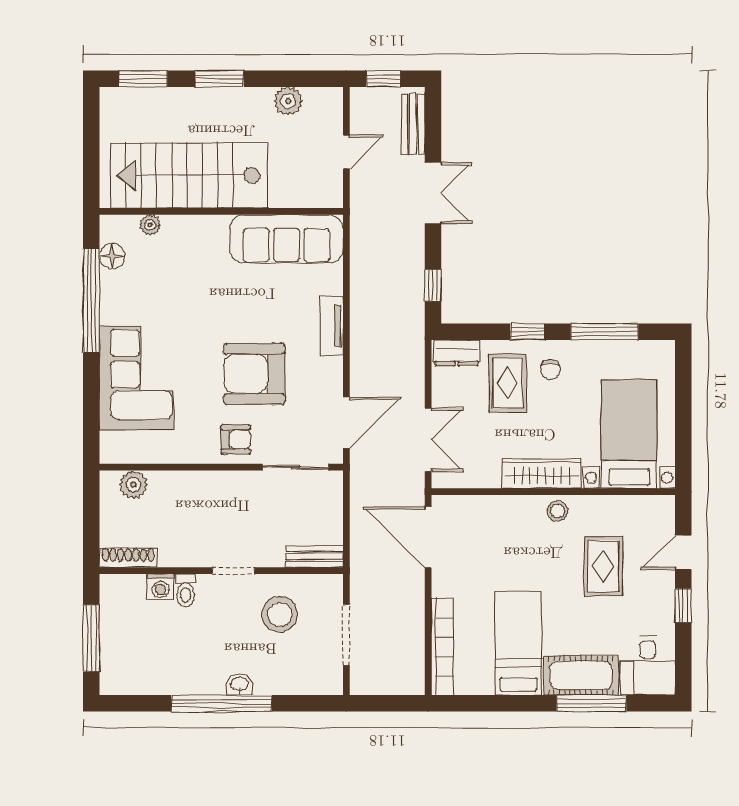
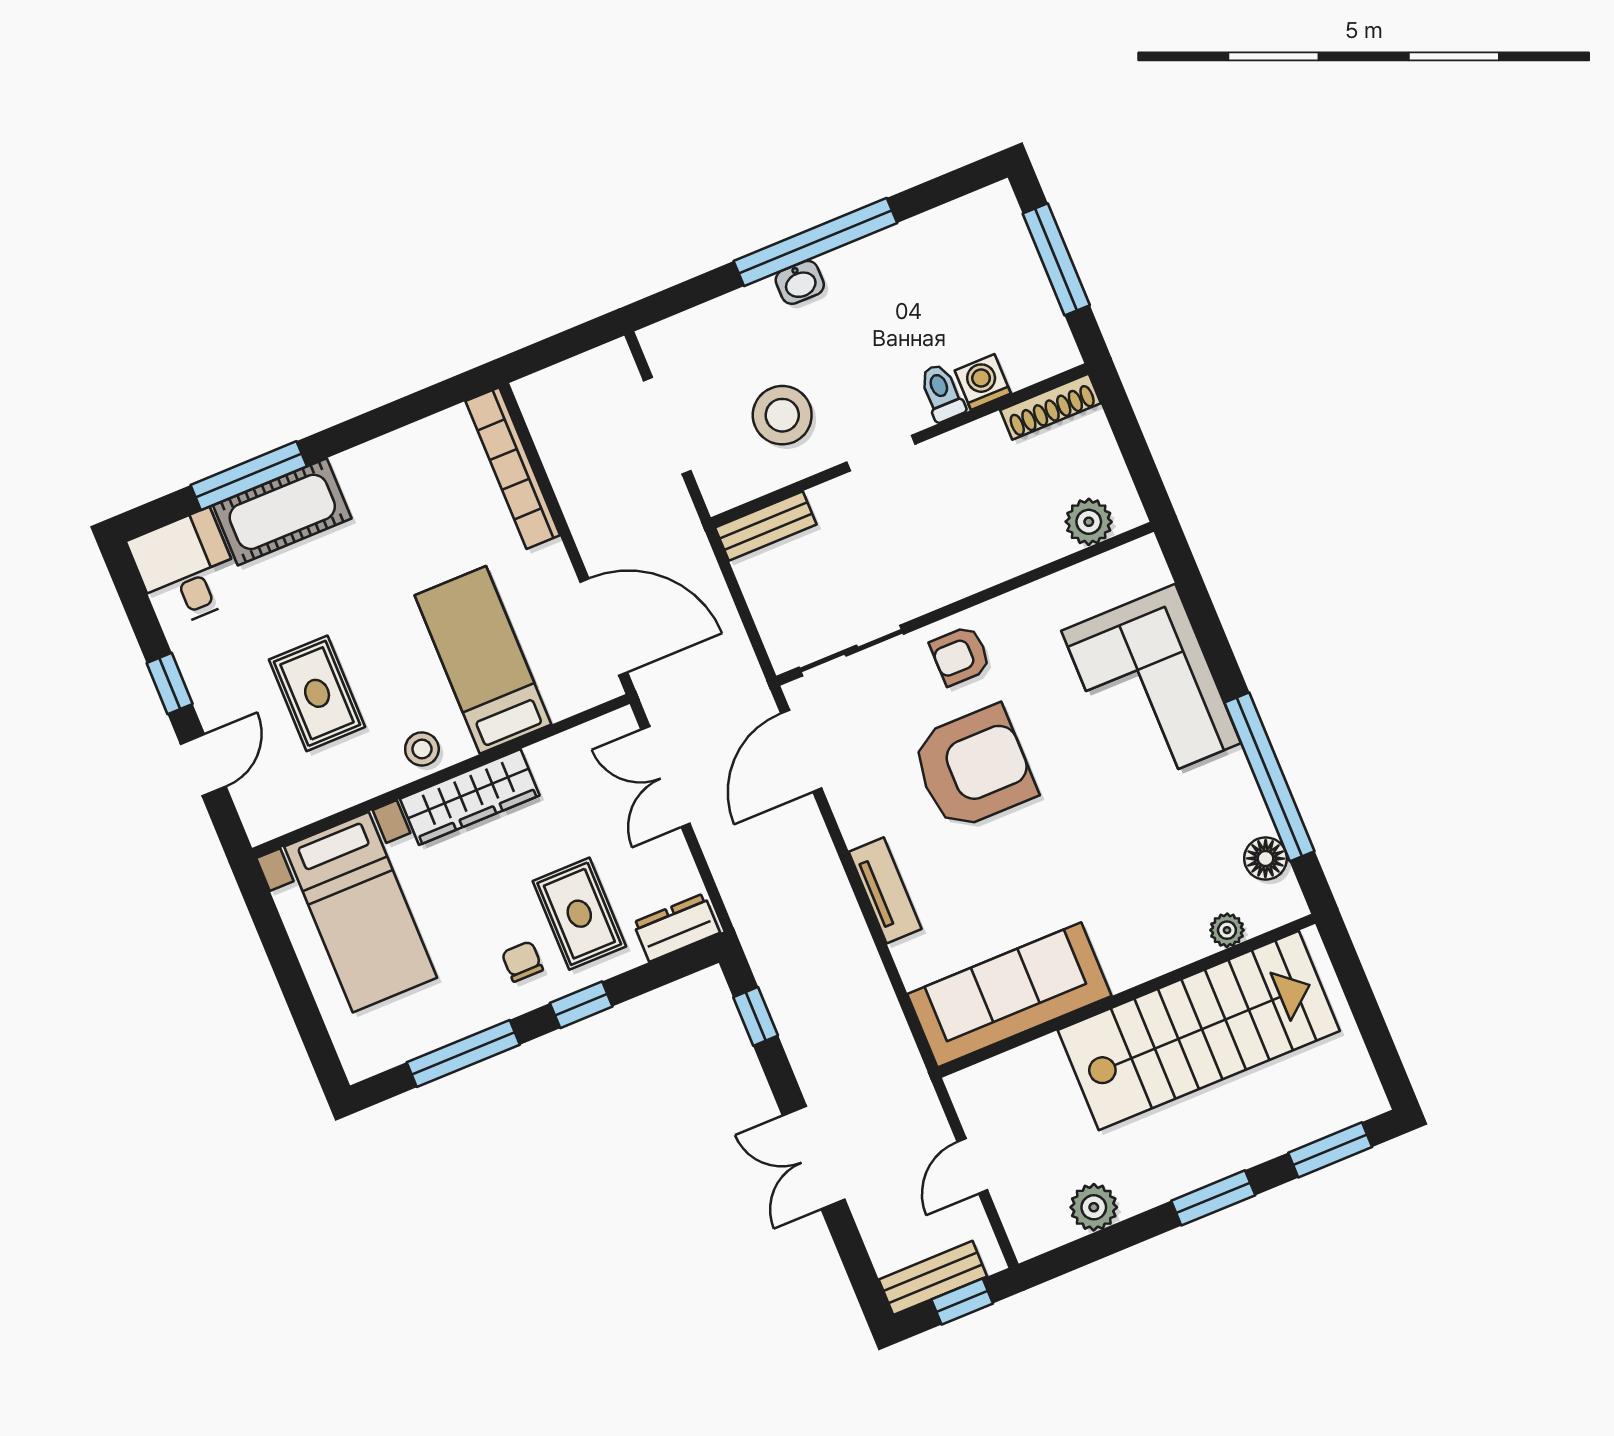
bench: (413, 124) -> (933, 1278), moved, turned 90
bed: (518, 643) -> (483, 660), moved, turned 180

